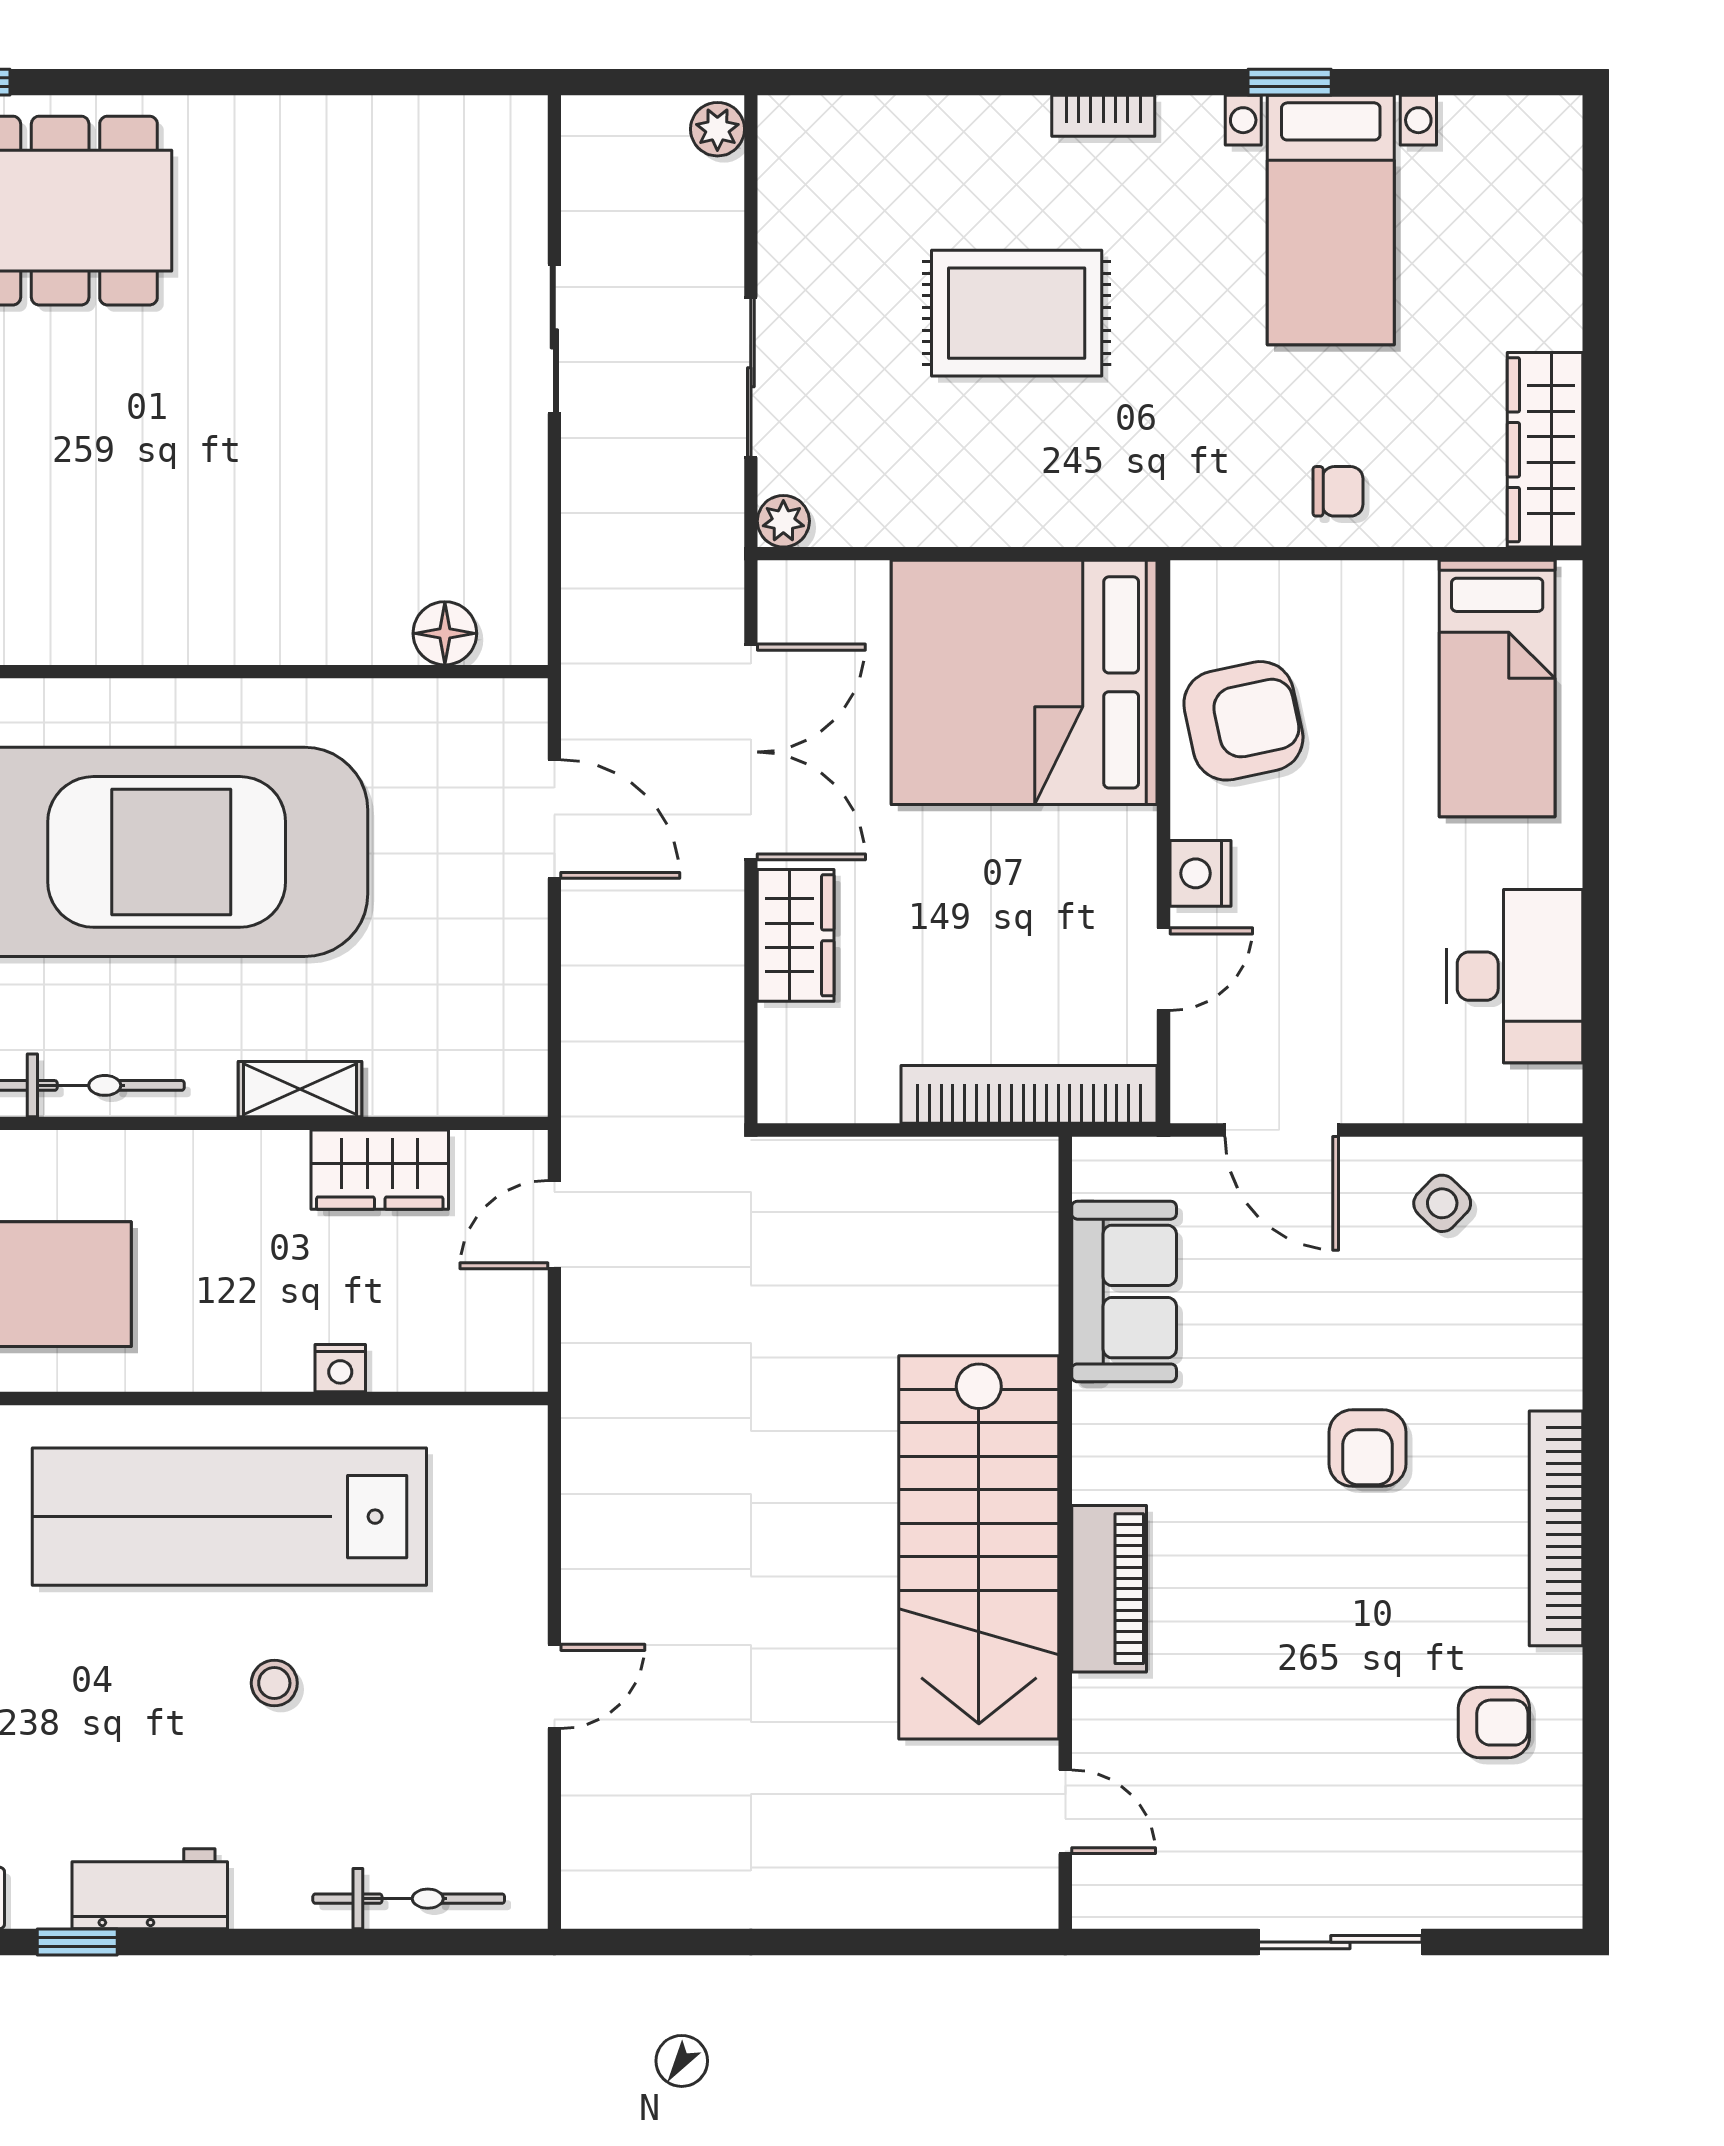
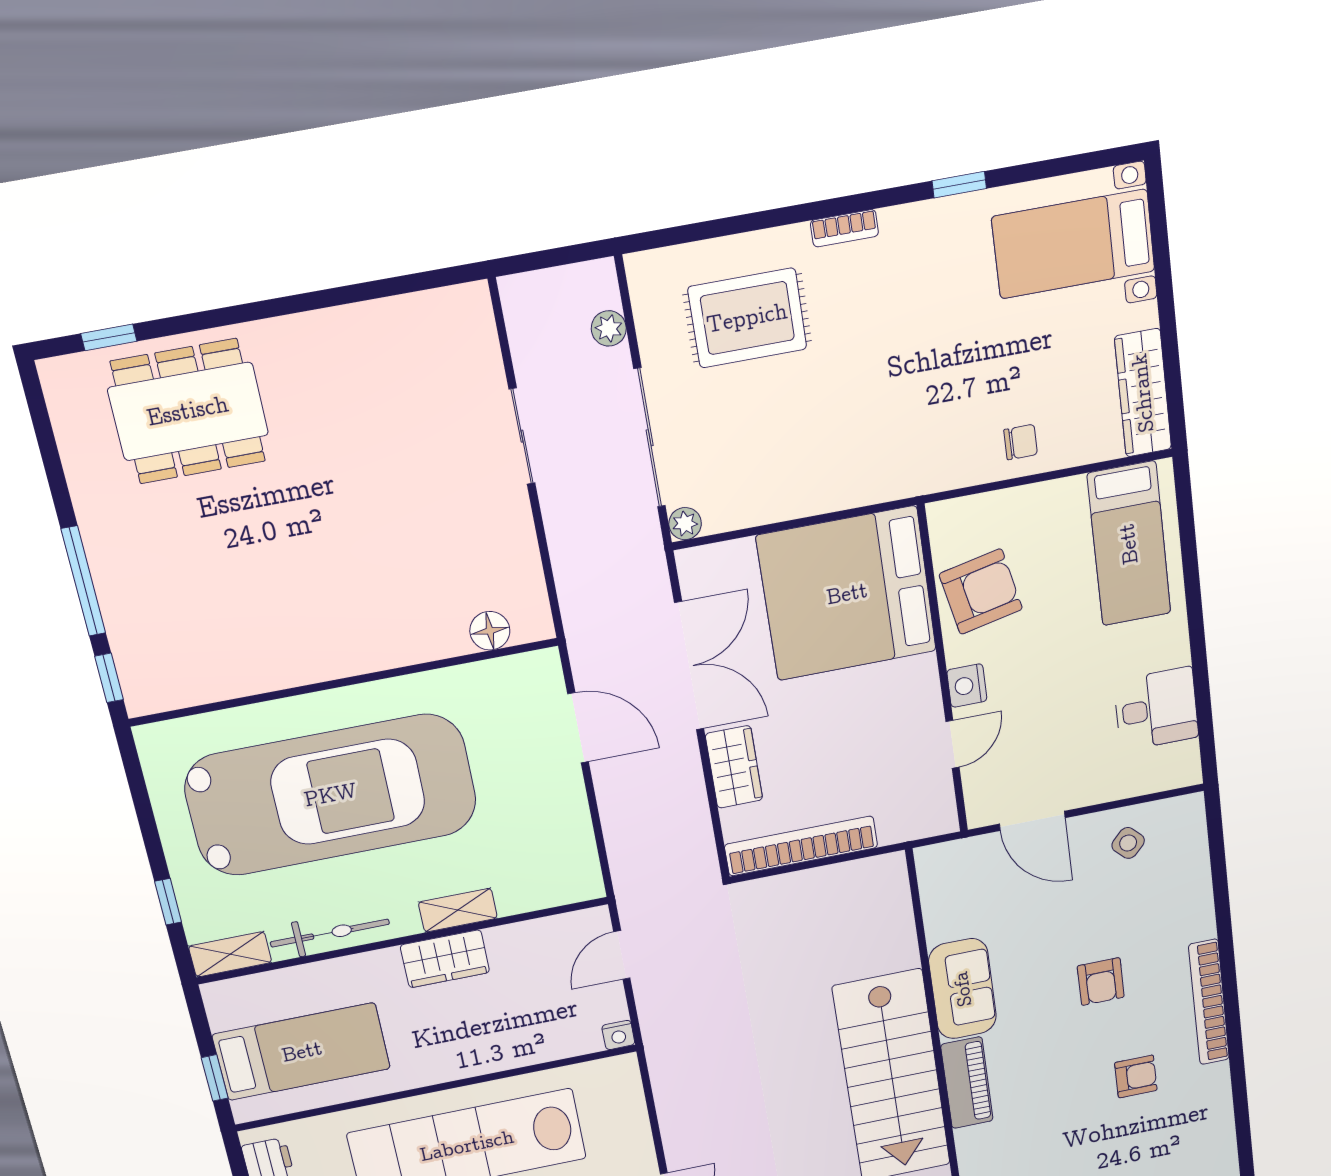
plant: (717, 129) -> (609, 328), moved
bed with nightstands: (1331, 220) -> (1073, 244), moved, turned 90
rug: (1017, 313) -> (747, 318), moved
sliding door: (751, 377) -> (650, 438), width x1.37
desk: (1514, 976) -> (1156, 709), width x0.73
bookcase: (1029, 1094) -> (801, 846), moved
wardrobe: (380, 1170) -> (445, 959), moved
sofa: (1124, 1292) -> (963, 989), moved
nightstand: (340, 1368) -> (618, 1035), moved
armchair: (1494, 1723) -> (1136, 1076), moved

